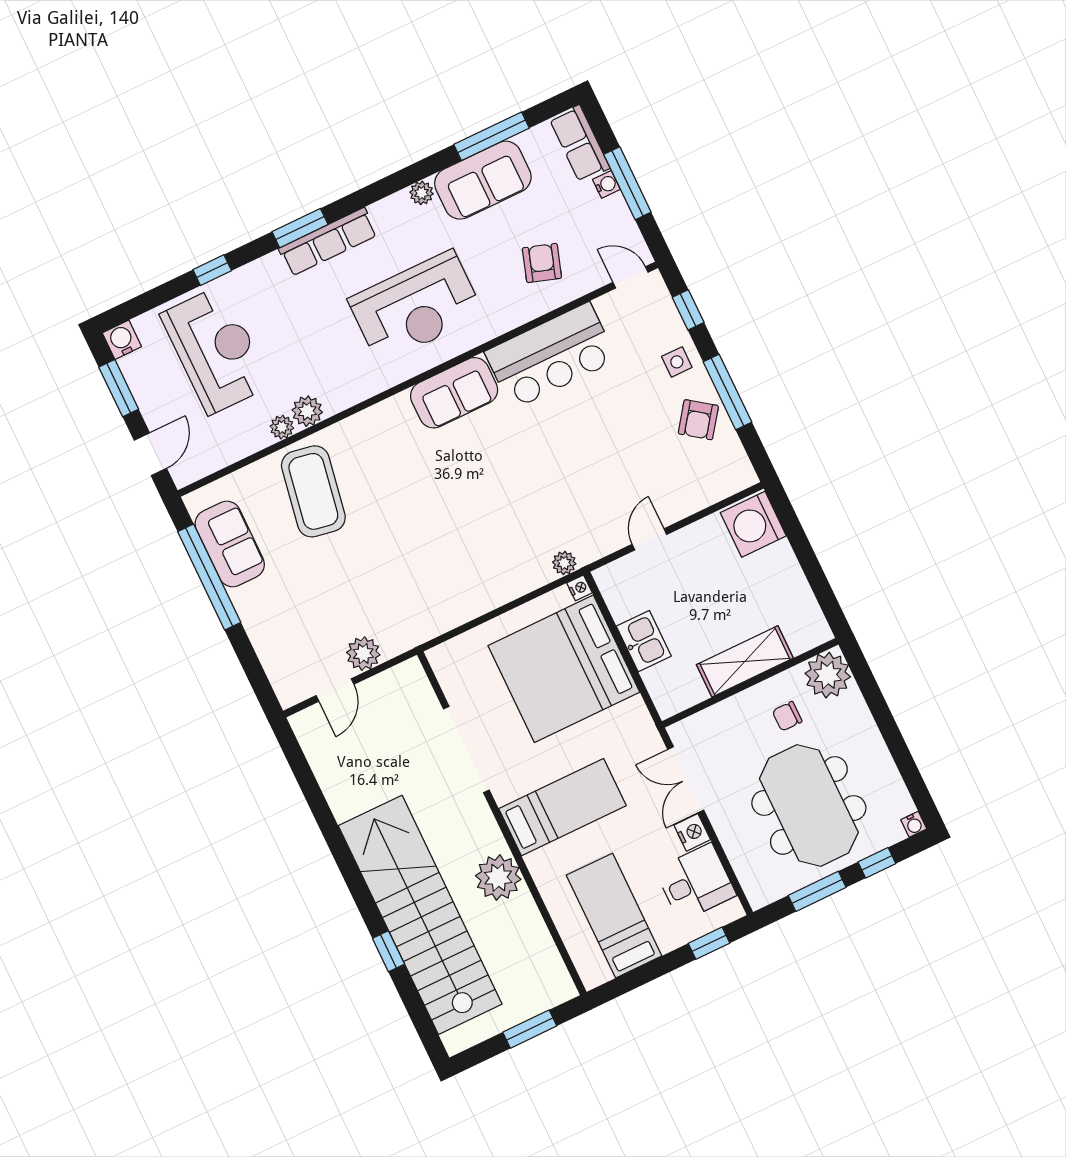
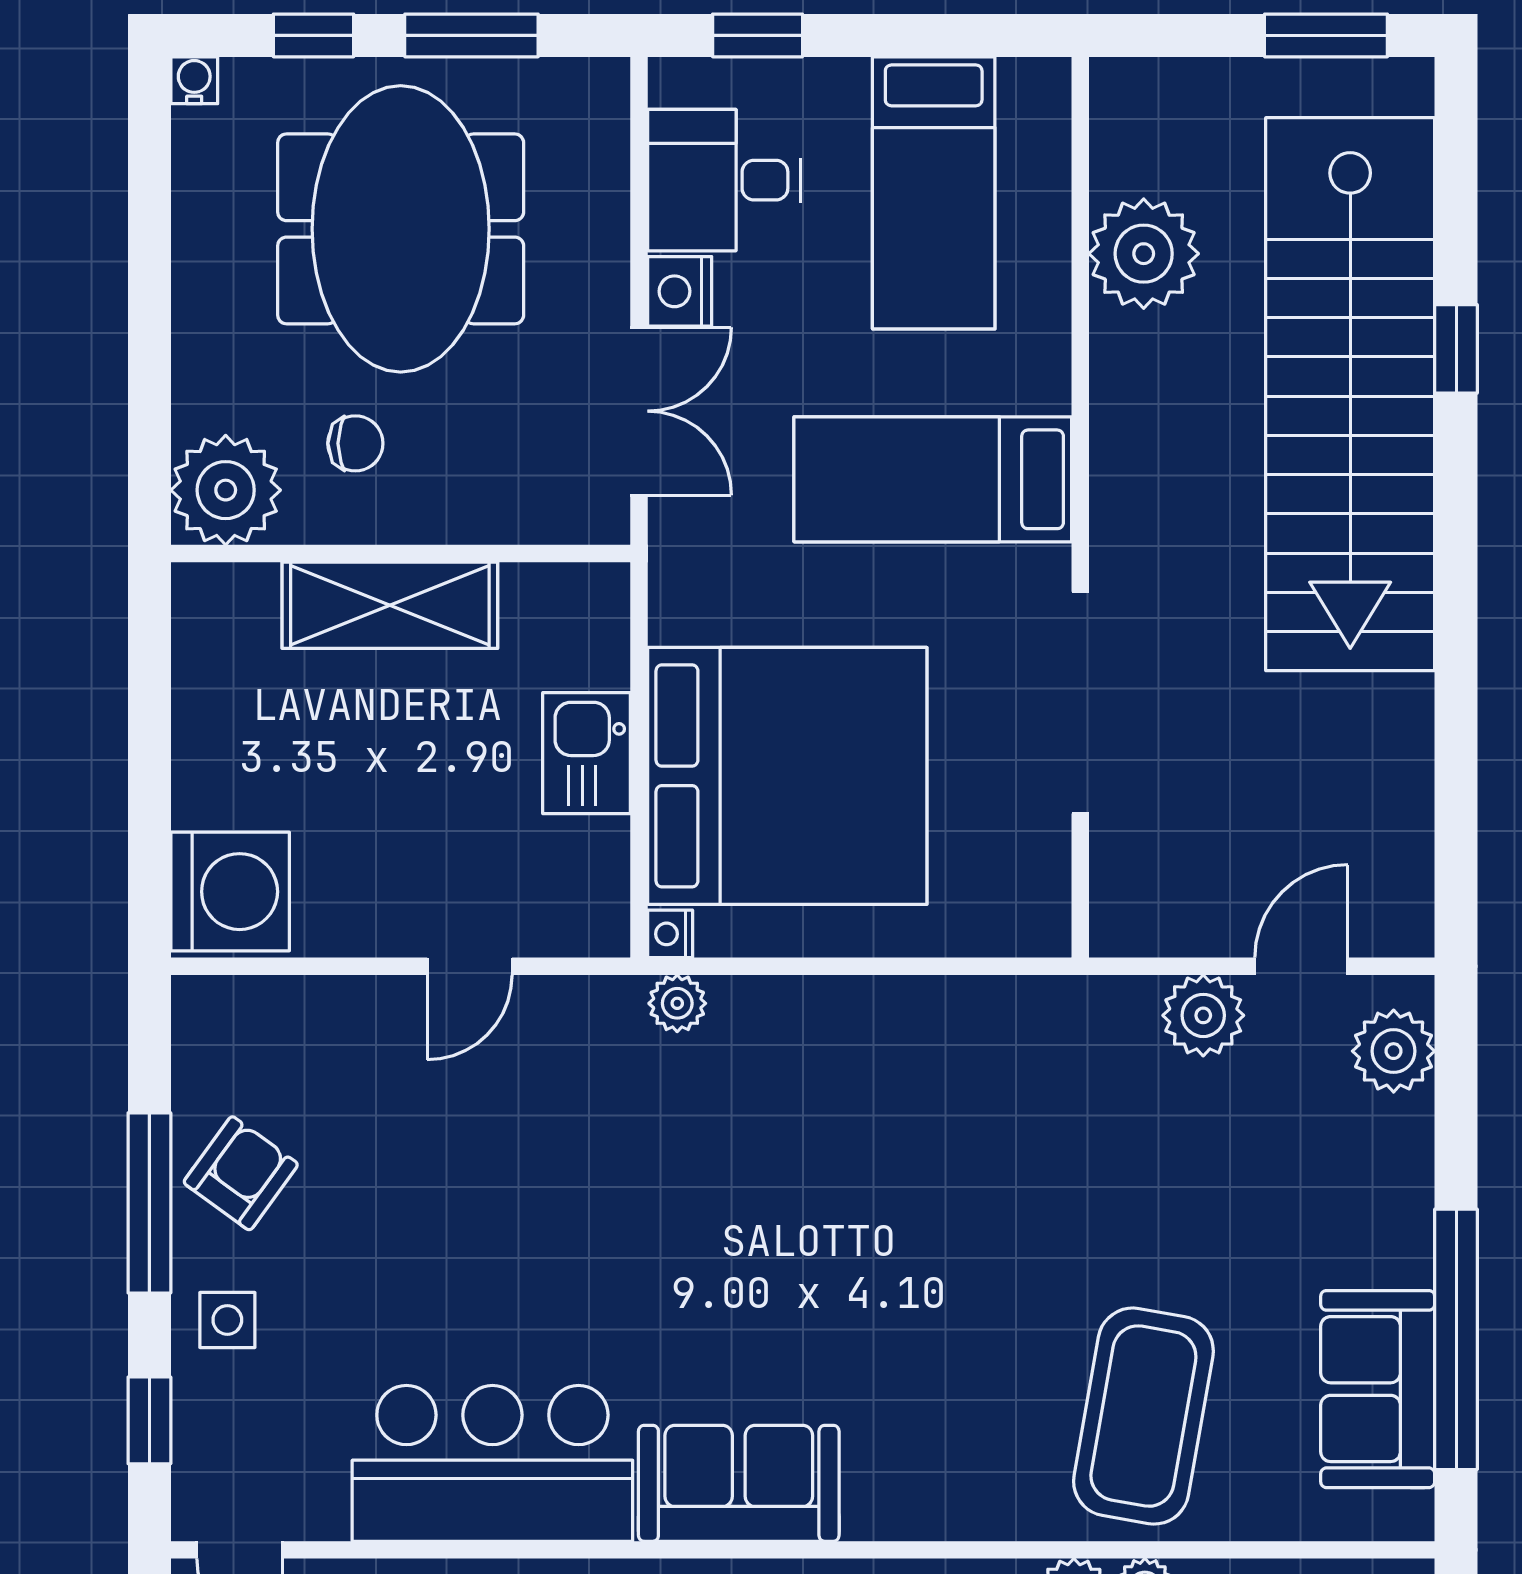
plant: (285, 675) -> (1394, 1051), added
plant: (498, 878) -> (1144, 254), moved
window: (530, 1029) -> (1326, 35), moved

